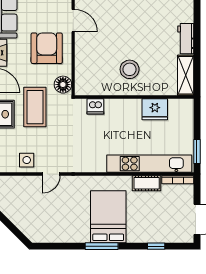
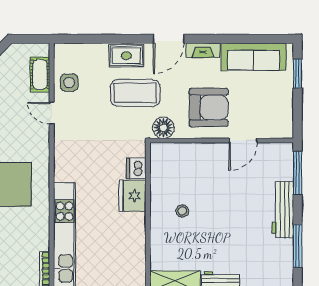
stool: (130, 69) -> (182, 211), width x0.53, depth x0.53
fridge: (155, 109) -> (132, 196), moved
cot: (147, 183) -> (40, 75), moved

